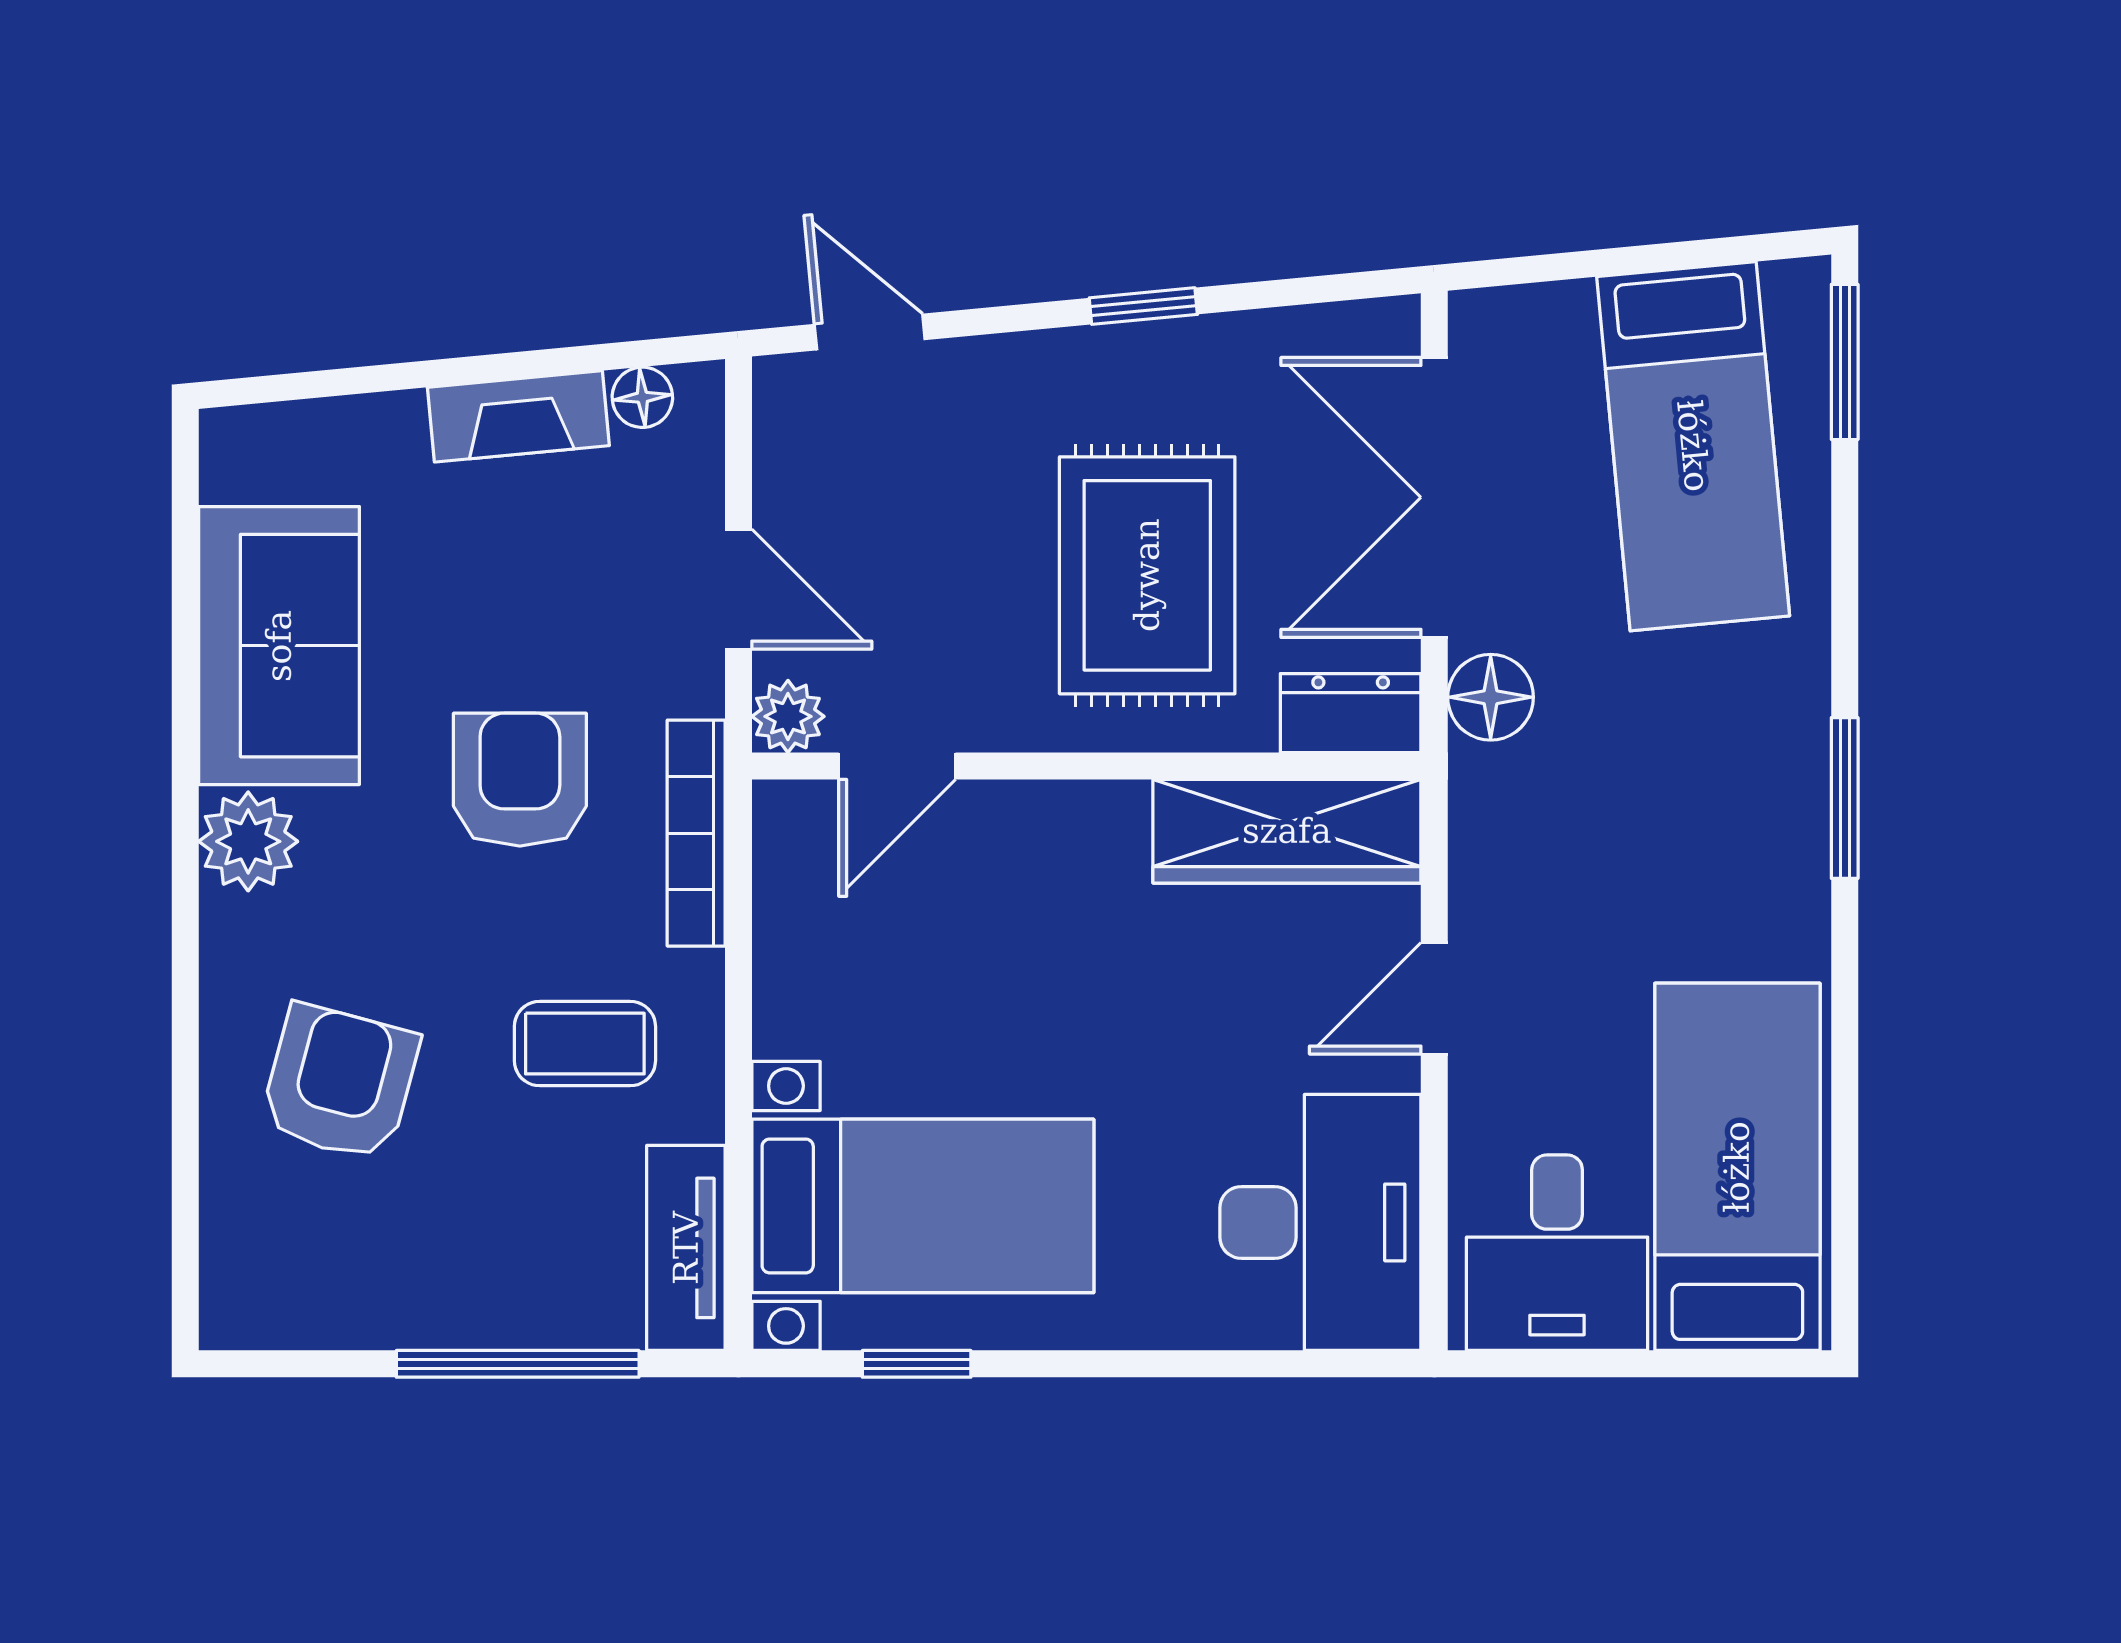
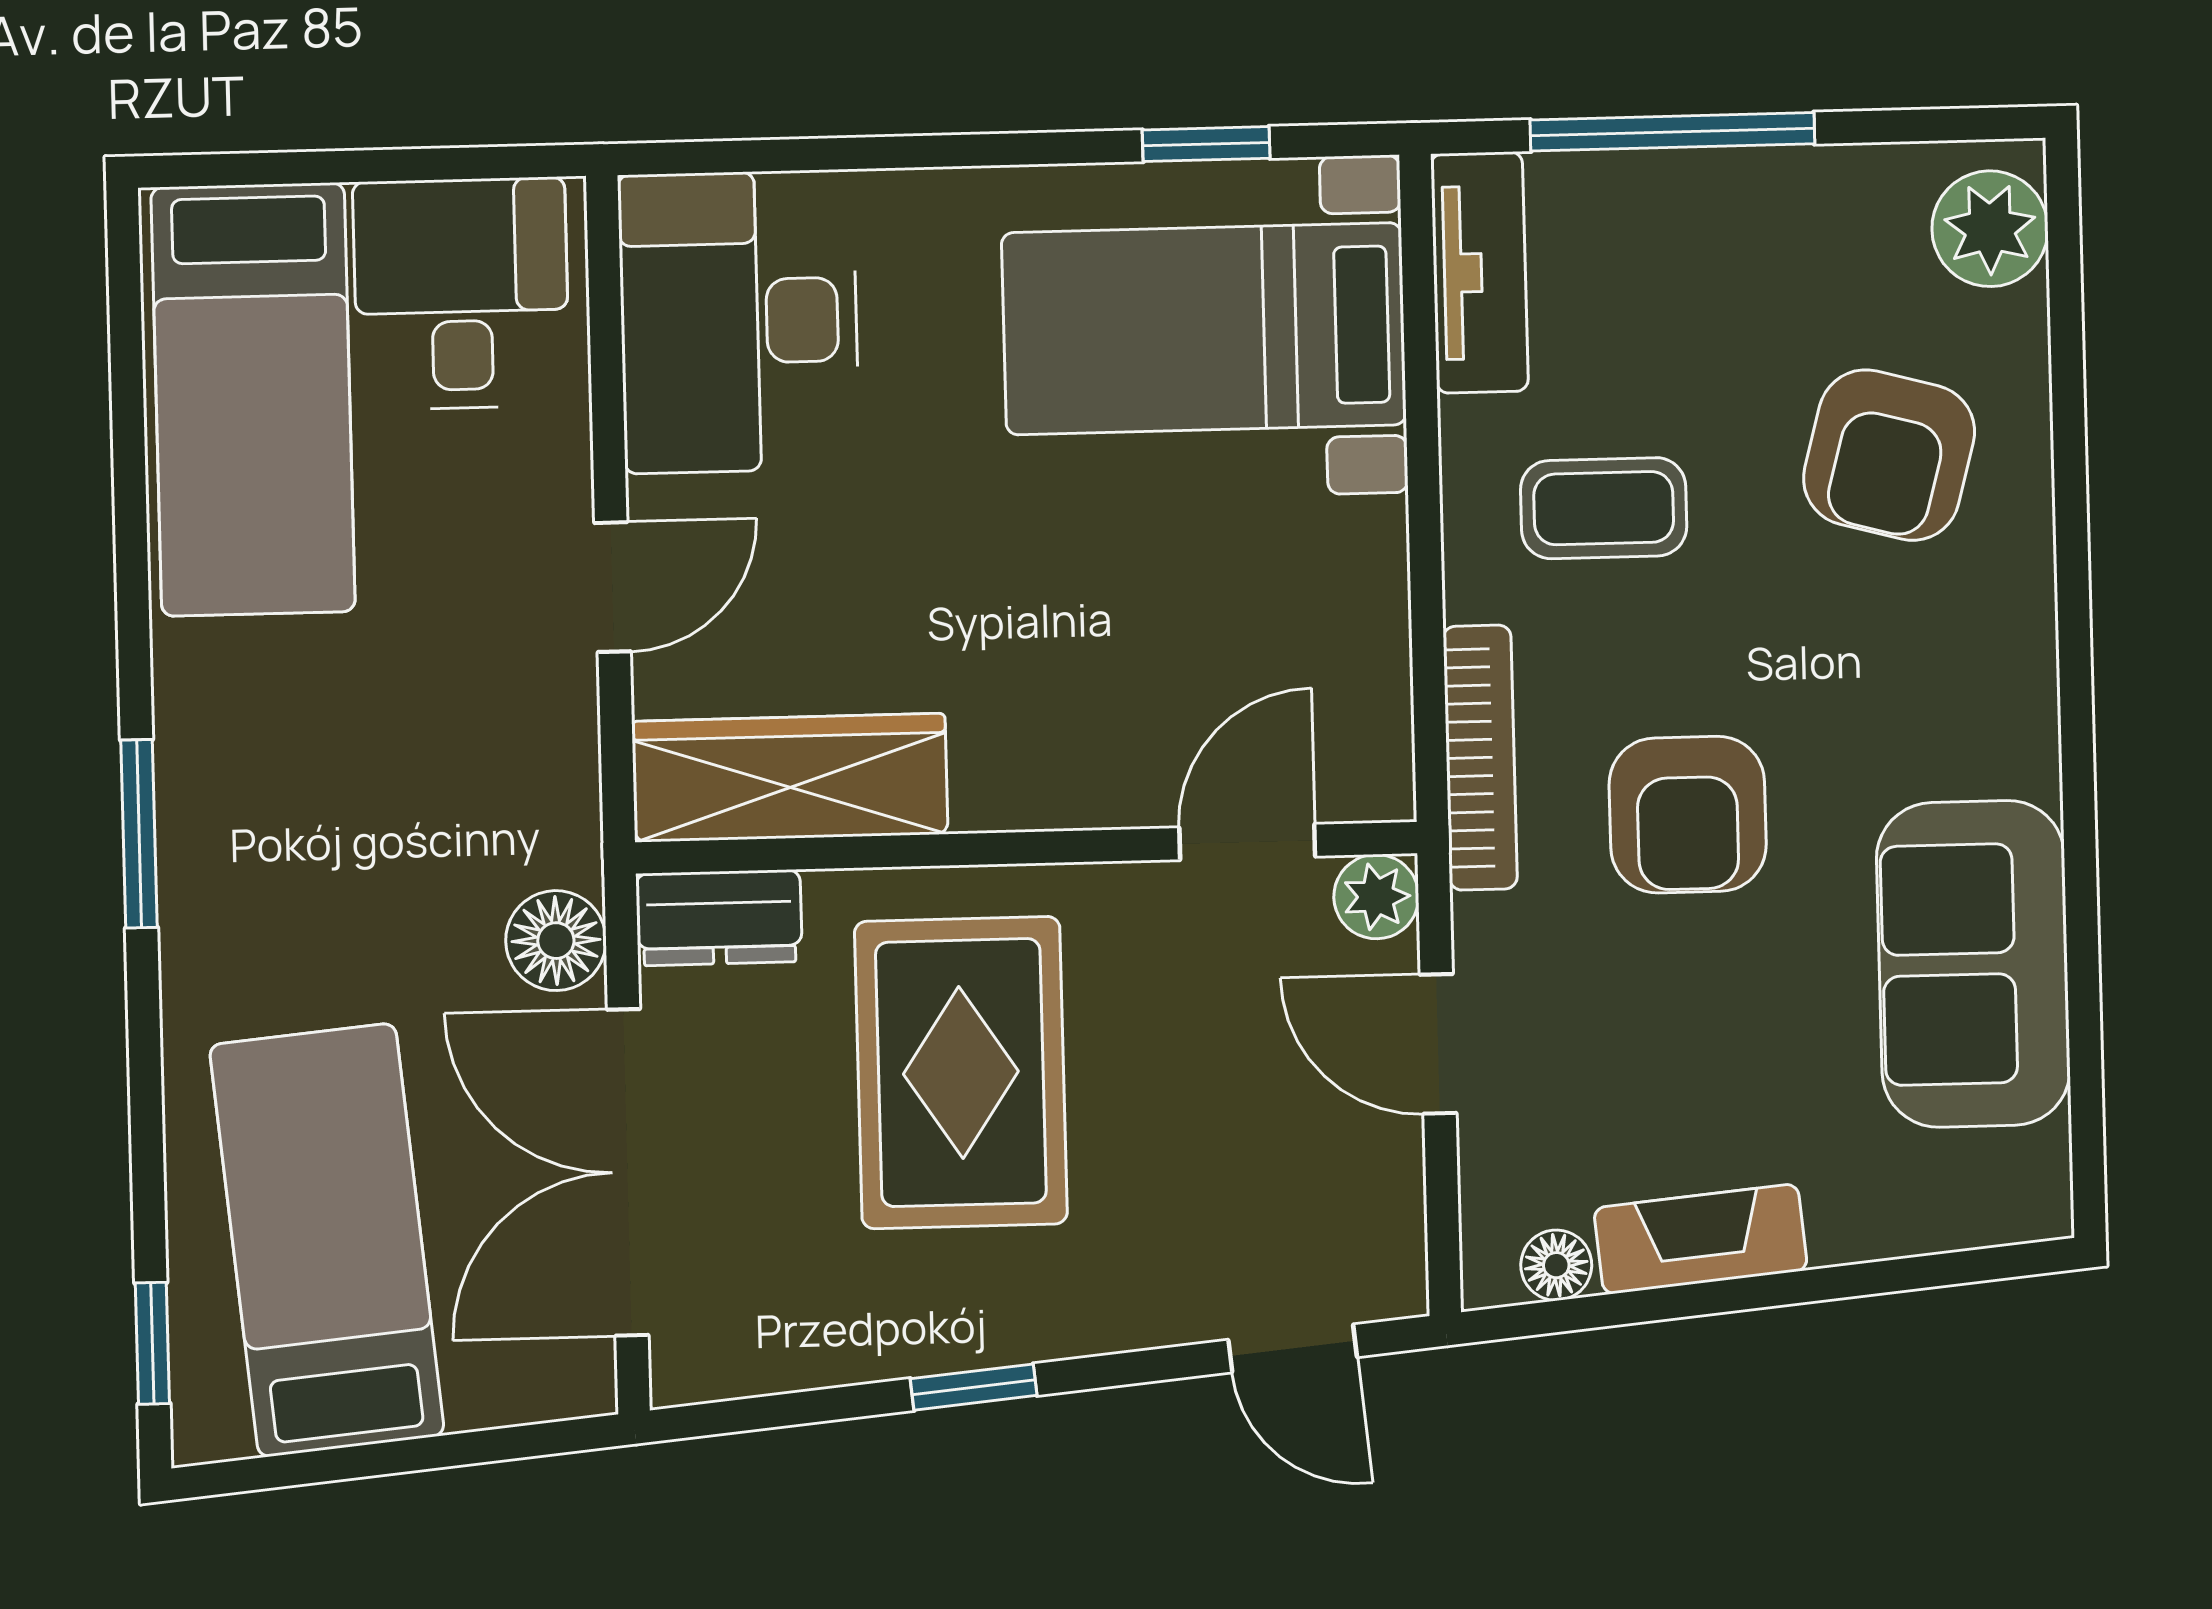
window: (1845, 362) -> (152, 1343), width x0.67
double door: (1434, 497) -> (628, 1172), swing flipped
plant: (248, 841) -> (1990, 229), moved

